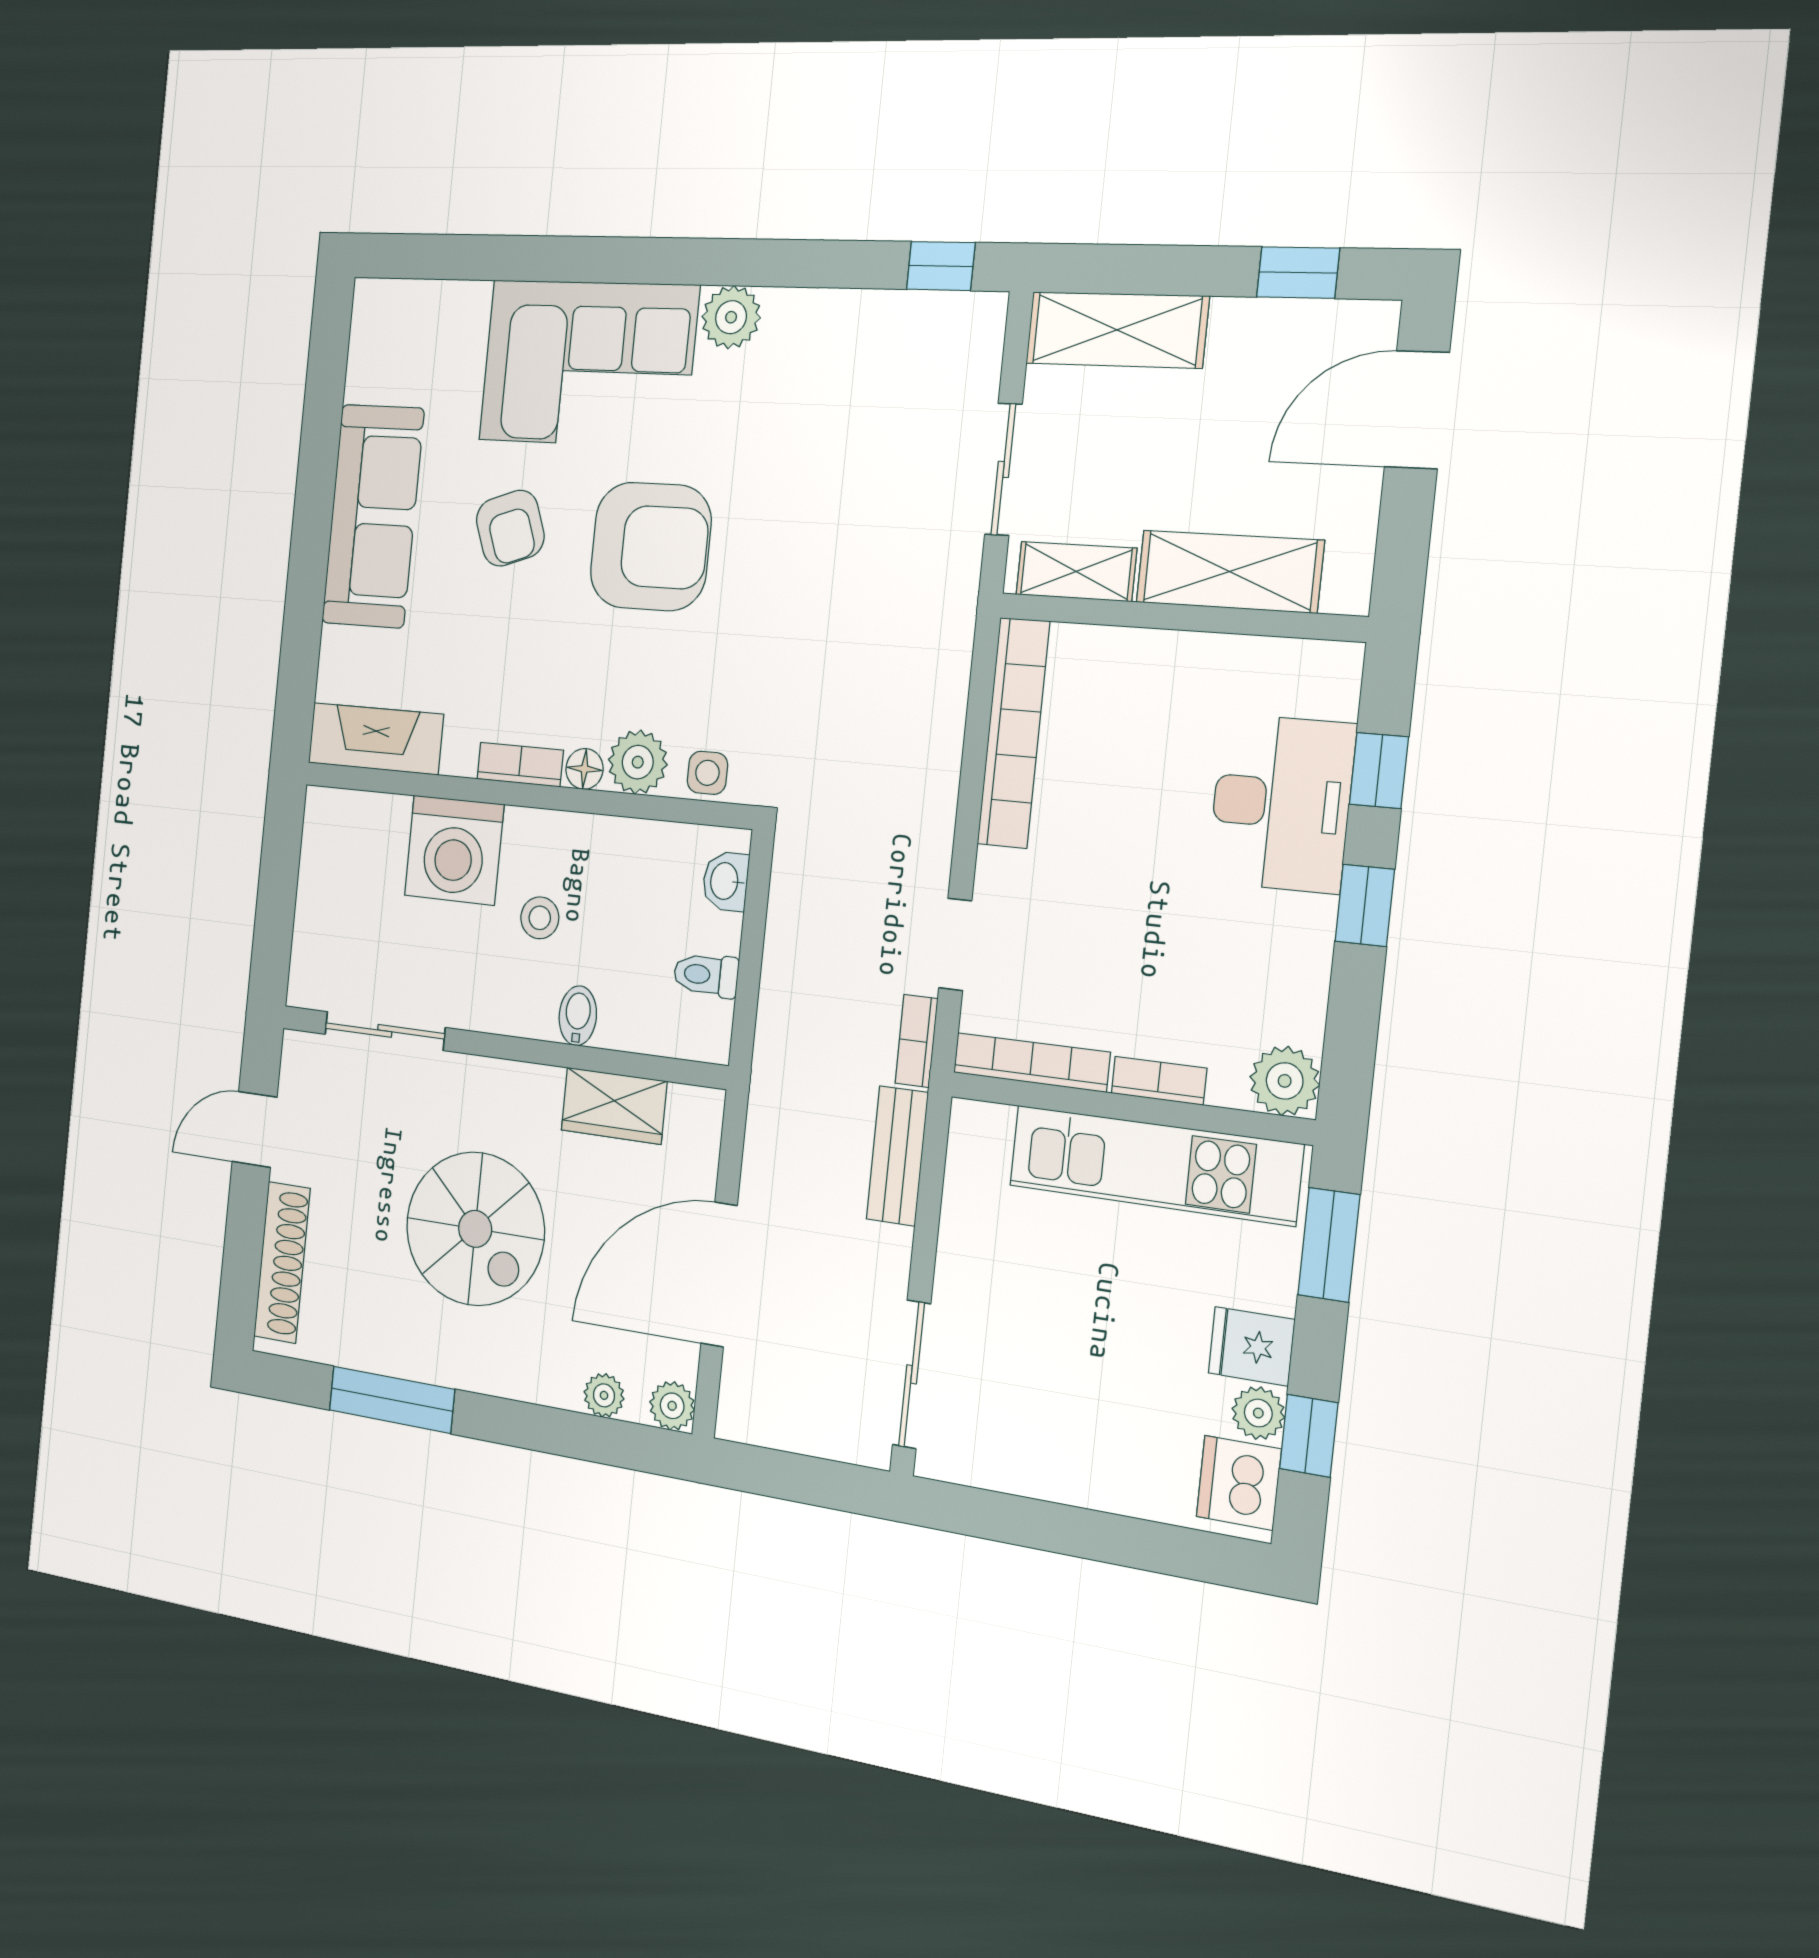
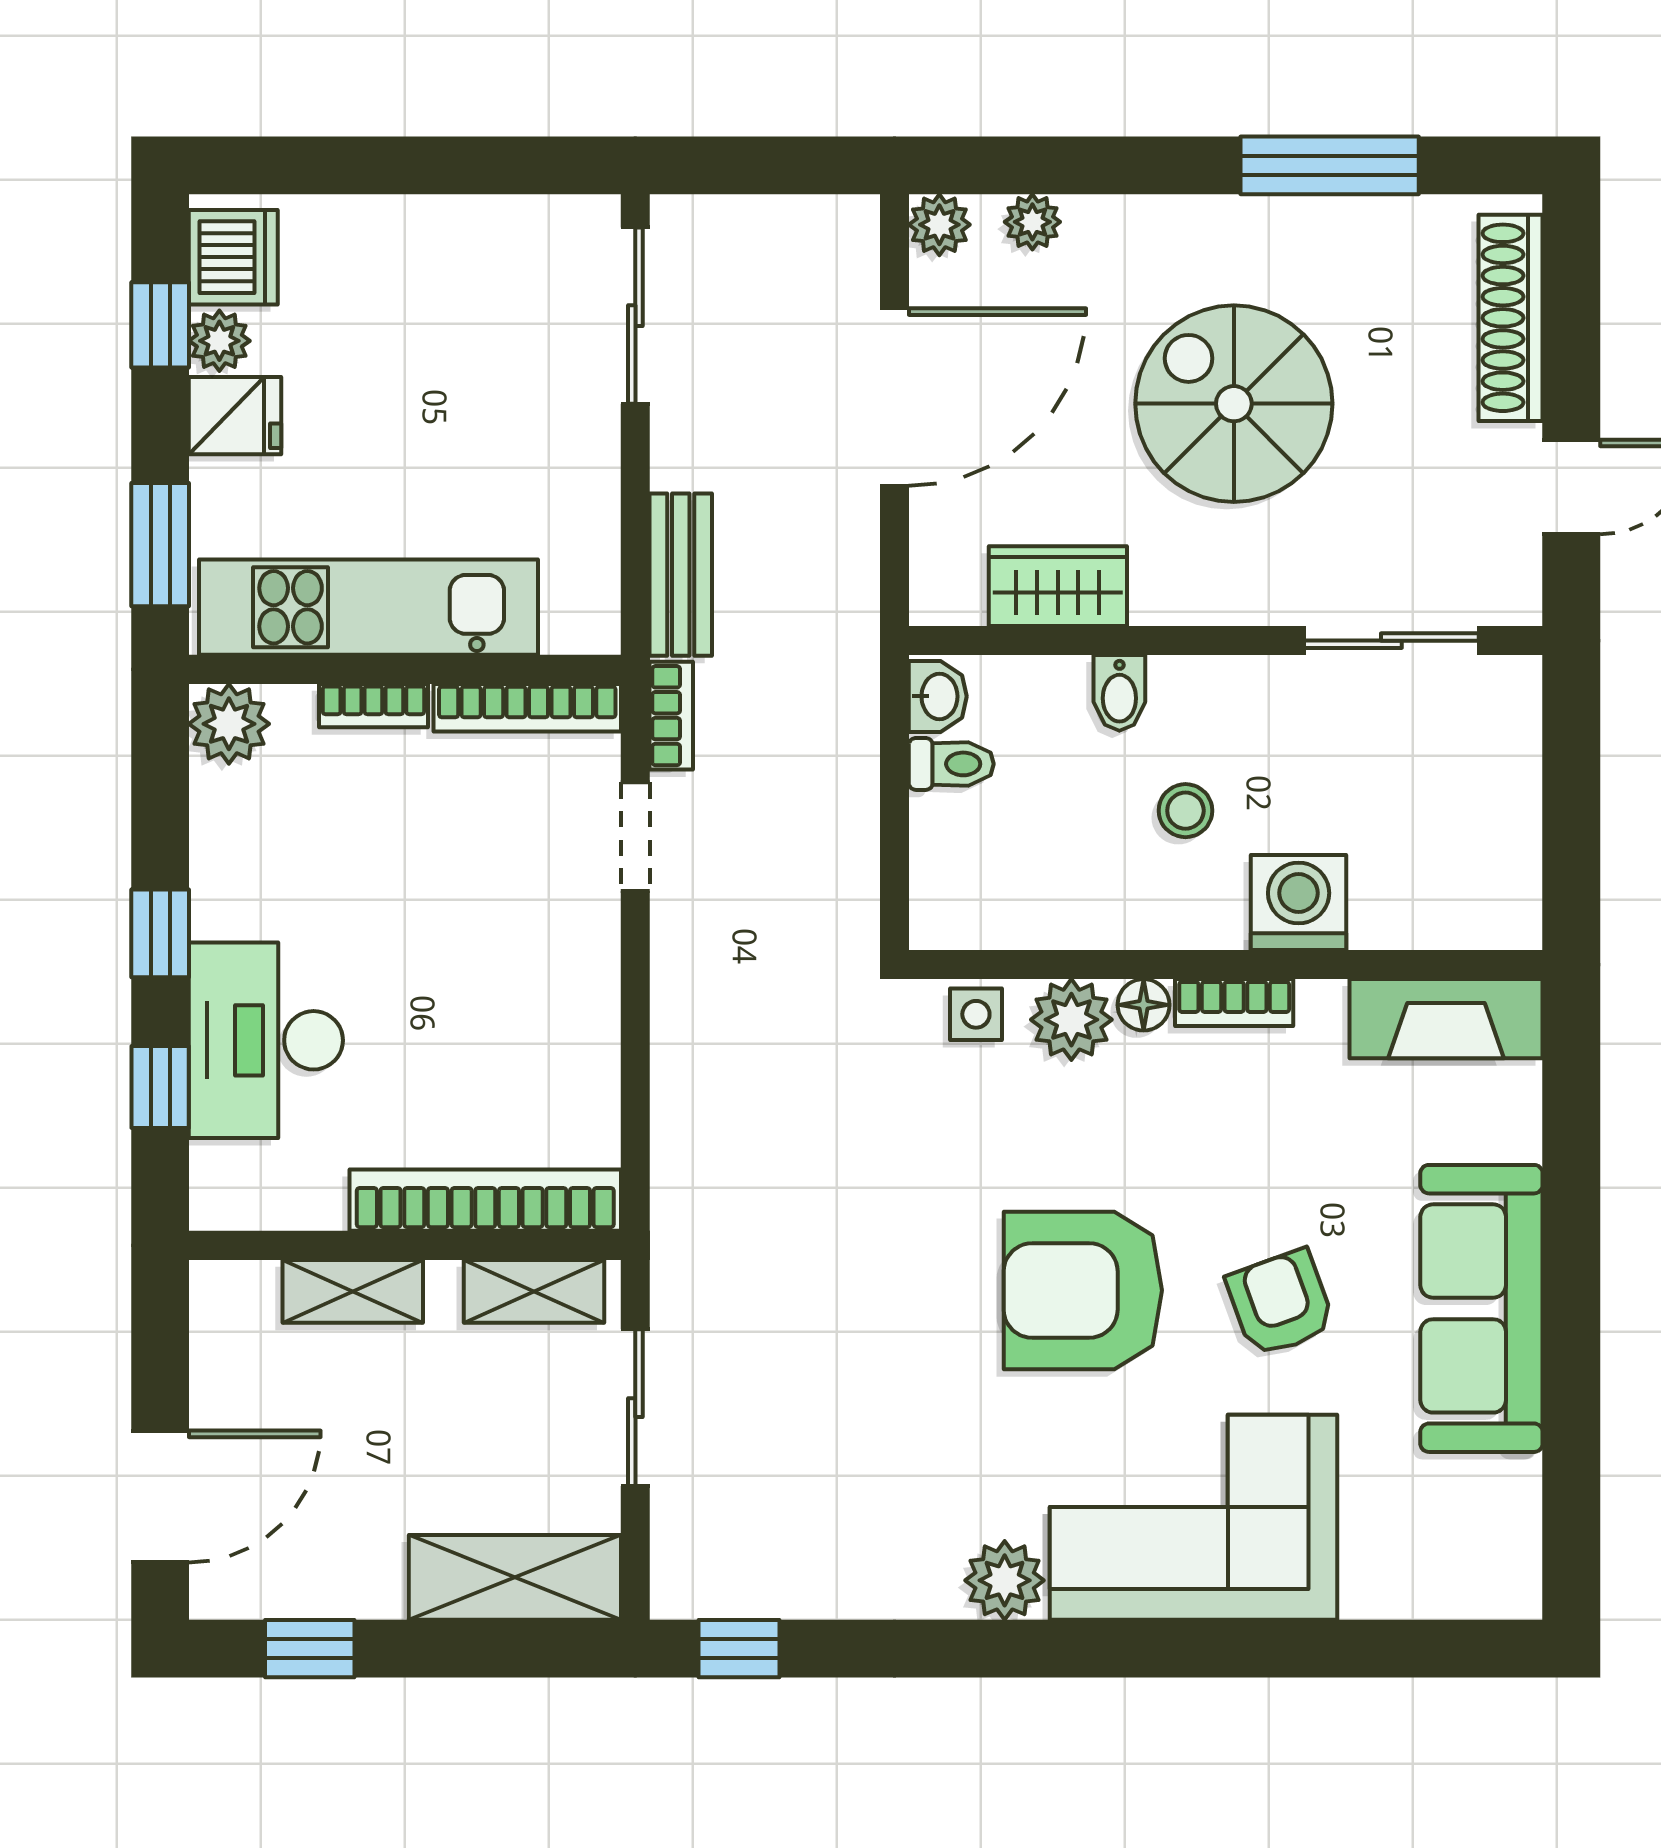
shelving: (1229, 572) -> (353, 1291), width x0.67, depth x0.75
bookcase: (1013, 733) -> (485, 1200), moved, turned 90
washing machine: (454, 850) -> (1299, 903), width x0.73, depth x0.73
washbasin: (725, 881) -> (938, 696), moved

